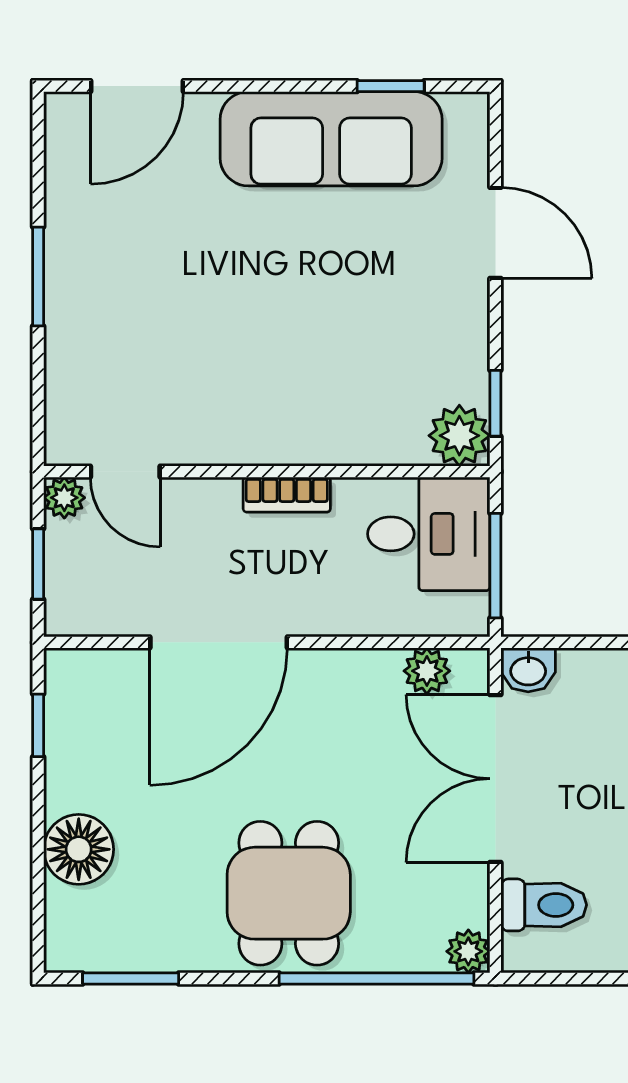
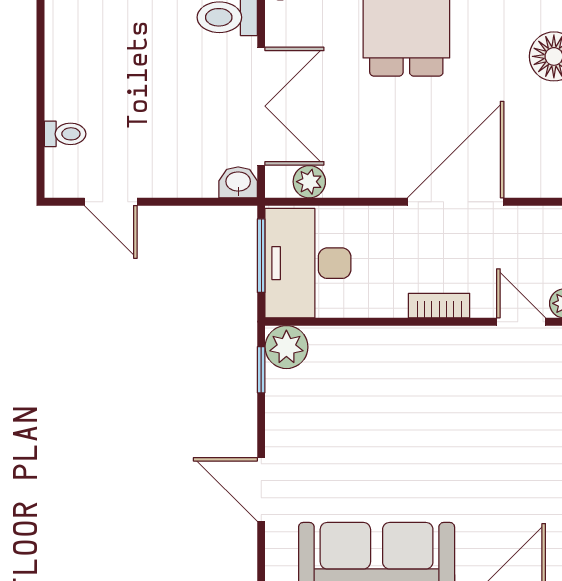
bookcase: (287, 495) -> (439, 306), moved
desk: (429, 534) -> (308, 263), width x1.37

